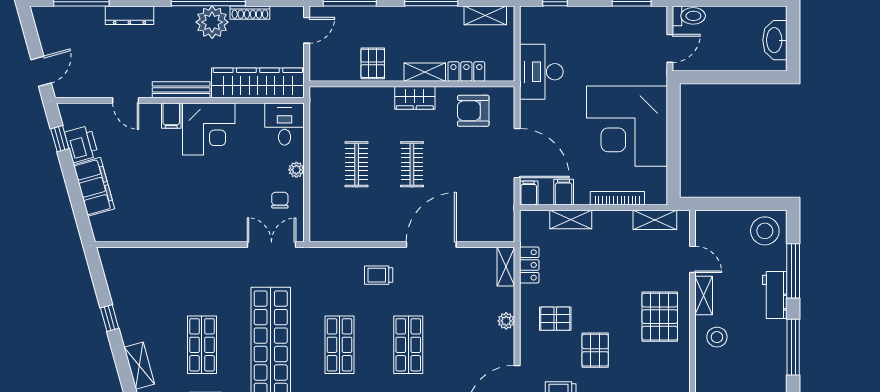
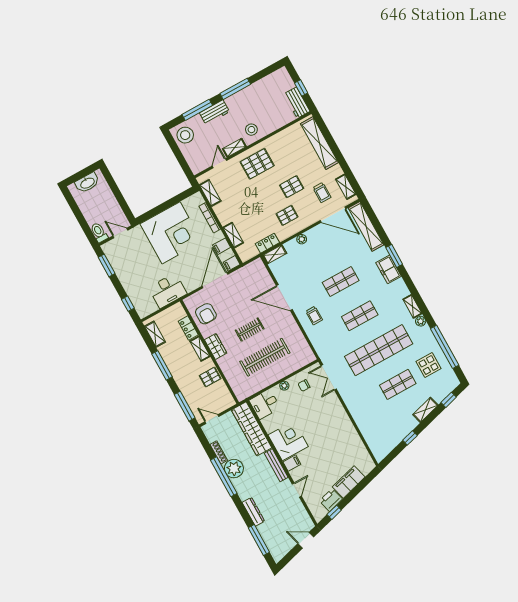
clothes rail: (357, 164) -> (265, 357), width x1.86, depth x1.31
pallet: (555, 319) -> (287, 215), turned 90

